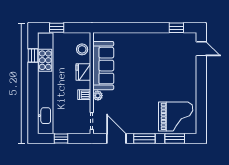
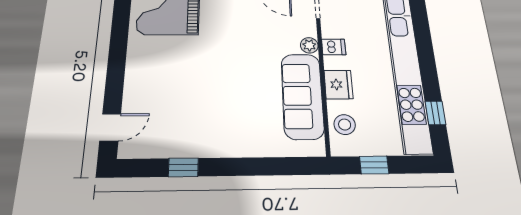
window: (57, 28) -> (374, 165), moved
window: (176, 28) -> (183, 167), moved
door: (201, 49) -> (110, 127), swing flipped

